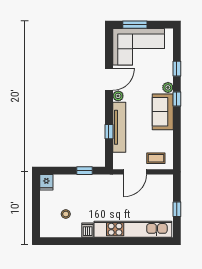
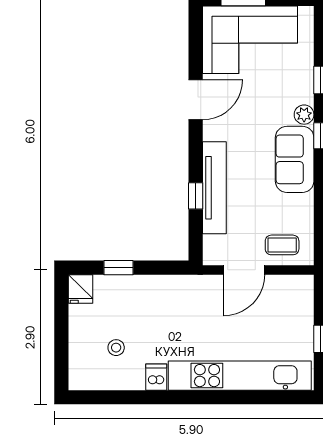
plant: (118, 96) -> (212, 130), removed
window: (84, 171) -> (118, 268), moved

